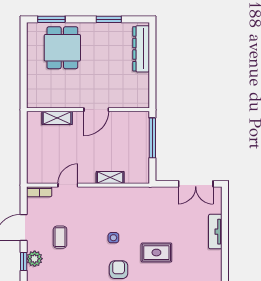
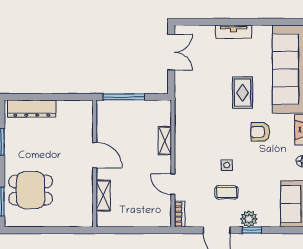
tv unit: (215, 232) -> (234, 32), moved
side table: (113, 238) -> (227, 165), moved

